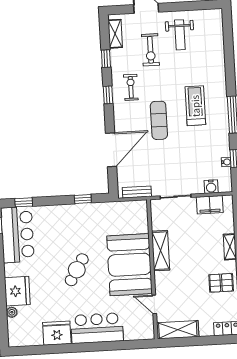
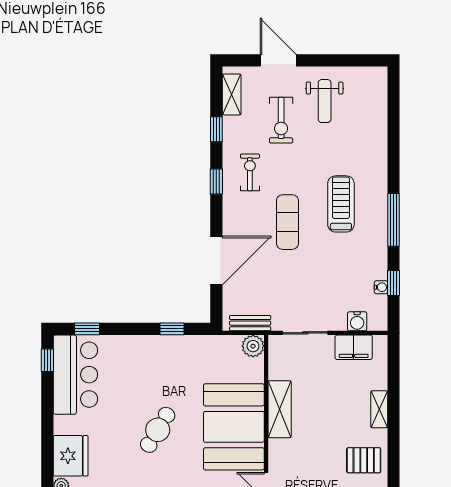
plant: (140, 208) -> (253, 346), added

